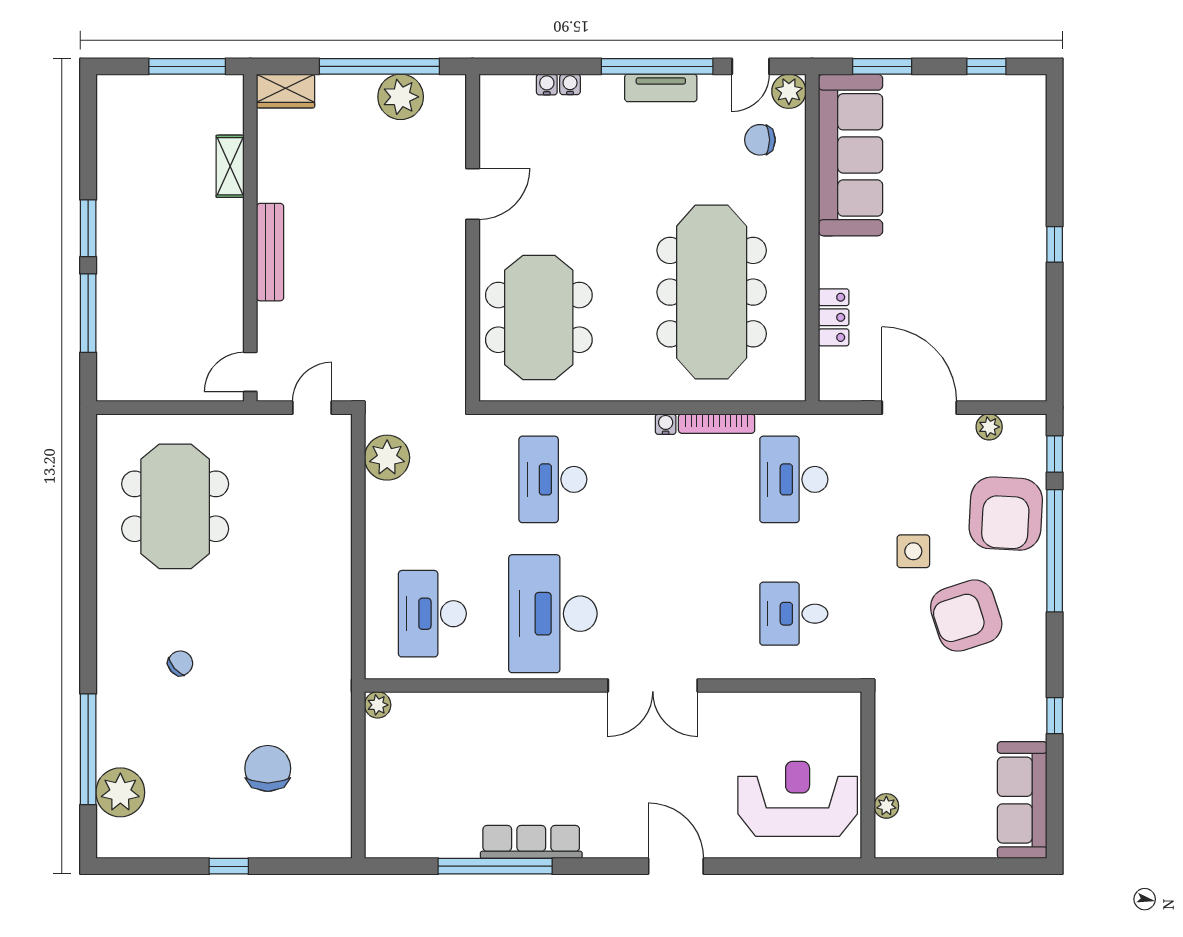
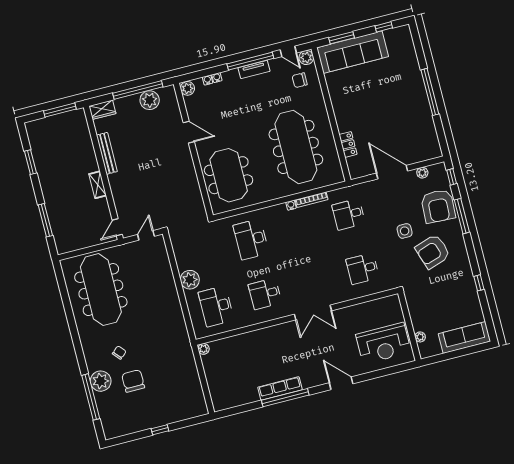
door: (751, 66) -> (288, 51), hinge flipped
plant: (495, 92) -> (187, 88), added
sofa: (851, 155) -> (353, 52), moved, turned 90
shelving: (230, 166) -> (98, 185), moved
door: (473, 194) -> (189, 132), hinge flipped
window: (88, 228) -> (31, 162), moved
window: (1055, 244) -> (430, 92), width x3.17
bench: (270, 252) -> (107, 153), moved
plant: (387, 458) -> (190, 280), moved
desk: (794, 479) -> (349, 214), width x0.73
meeting table: (175, 506) -> (101, 290), width x1.36
window: (1055, 551) -> (462, 216), width x0.68
desk: (553, 614) -> (265, 294), width x0.53, depth x0.77
chair: (268, 768) -> (133, 381), moved
plant: (120, 792) -> (101, 381), moved
reception desk: (798, 799) -> (383, 343), turned 180
sofa: (1022, 800) -> (464, 338), moved, turned 90
window: (495, 866) -> (285, 398), moved

